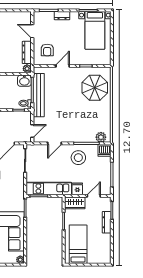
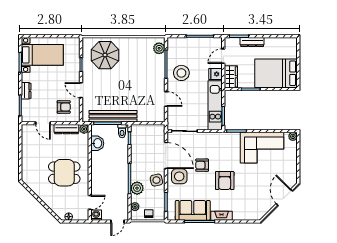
door: (32, 31) -> (43, 123), hinge flipped
washbasin: (24, 81) -> (97, 143), moved
door: (32, 131) -> (152, 123), removed
dishwasher: (105, 150) -> (174, 44), removed
door: (94, 196) -> (223, 56), hinge flipped
bed: (78, 244) -> (276, 73), width x1.50

